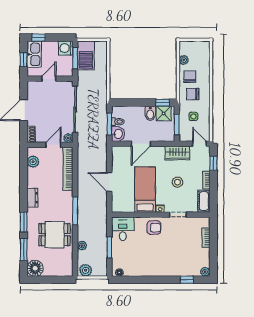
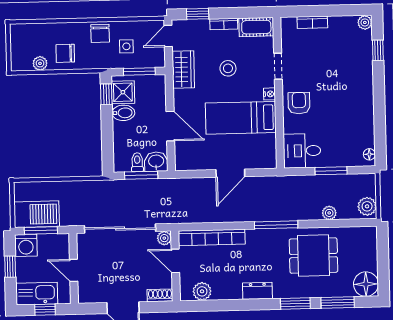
window: (39, 37) -> (10, 267), moved
chair: (193, 94) -> (100, 33), moved
dining table: (55, 235) -> (313, 256), turned 90

